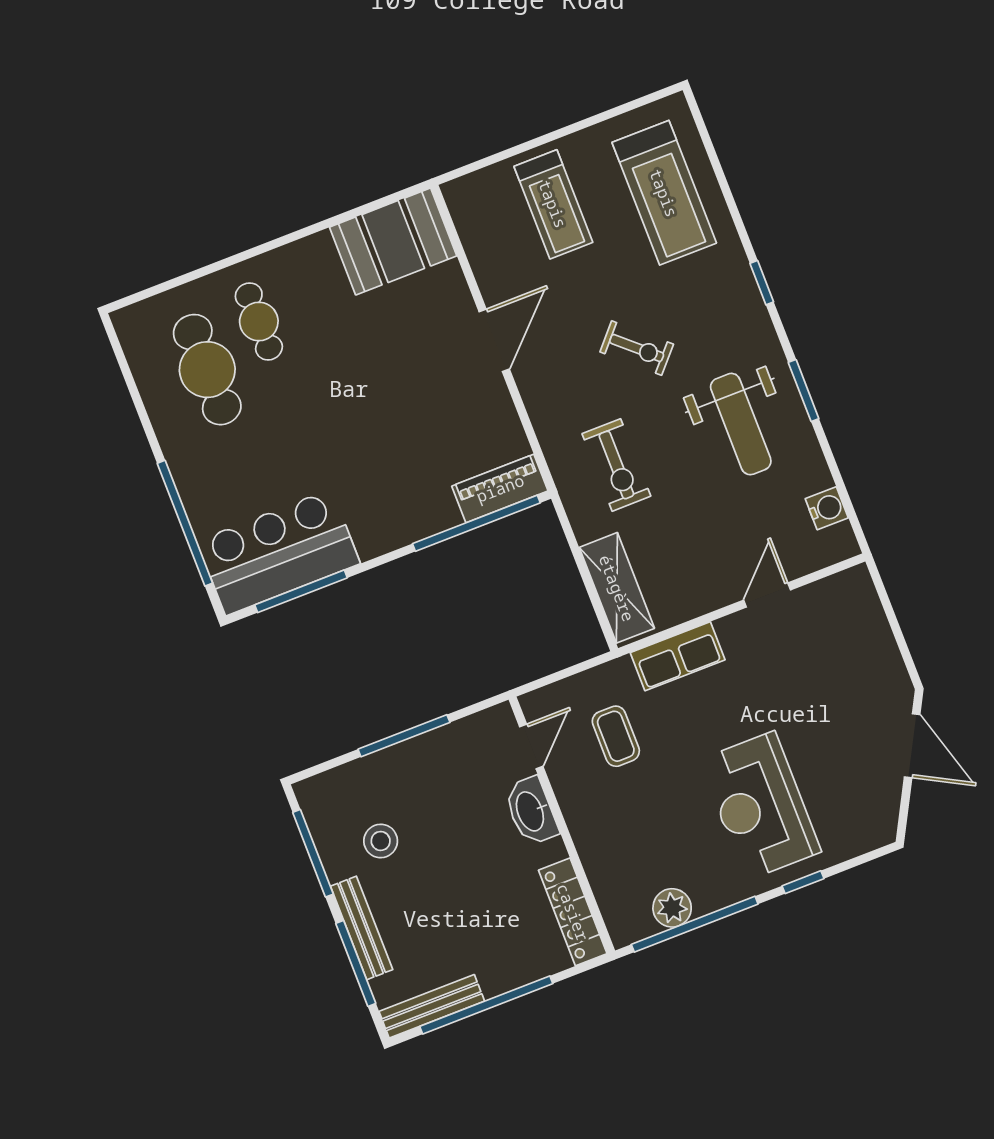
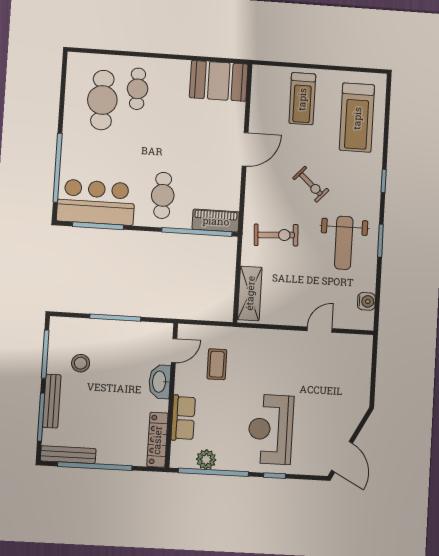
exercise bike: (616, 465) -> (276, 235), turned -93
cafe table: (388, 487) -> (163, 195), added
row of seats: (678, 656) -> (183, 418), moved, turned -90
door: (912, 746) -> (342, 457), moved

